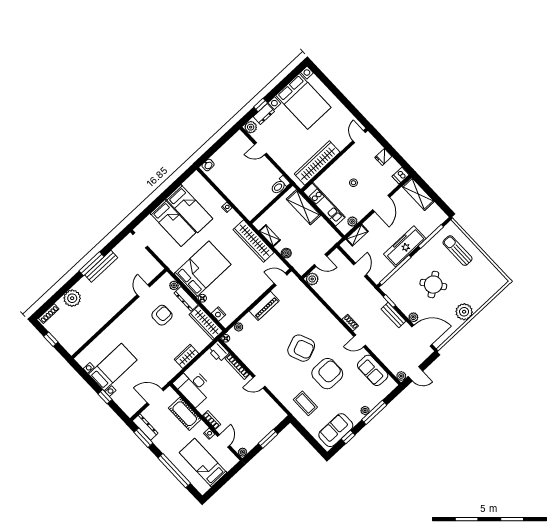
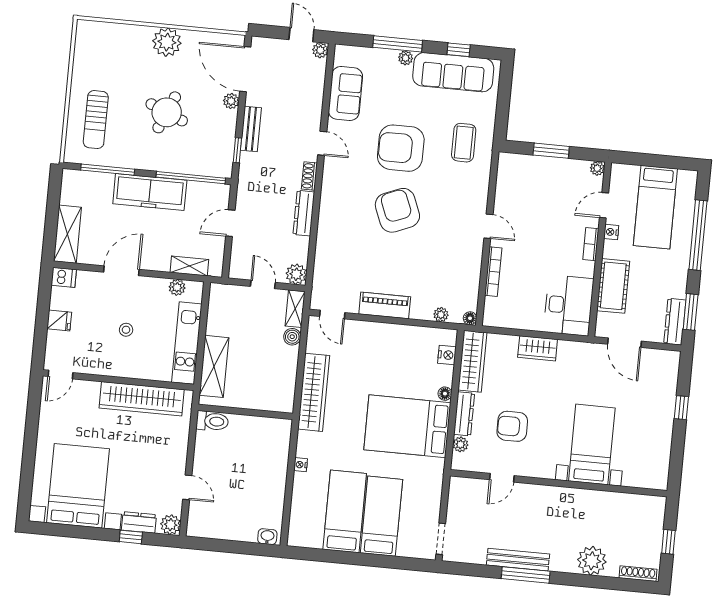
shelving: (270, 236) -> (295, 309), moved
round table: (433, 285) -> (167, 112), turned -31
dresser: (336, 306) -> (304, 213), added
printer: (218, 352) -> (495, 313), removed
bed with nightstands: (113, 367) -> (592, 444), moved, turned 90
sofa: (336, 430) -> (453, 72), width x1.36

